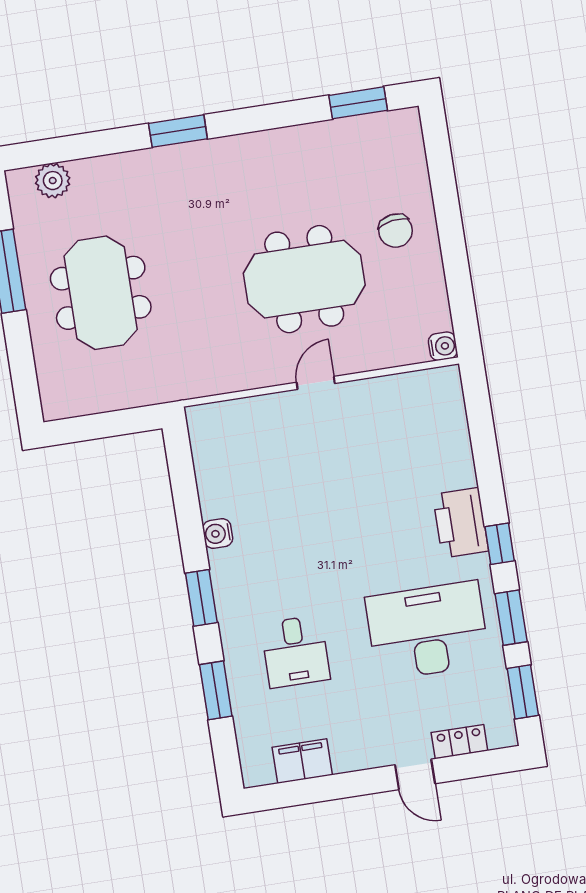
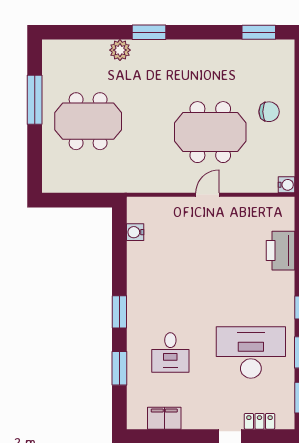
plant: (53, 181) -> (120, 50), moved
chair: (395, 231) -> (269, 112), turned -81
meeting table: (101, 293) -> (88, 121), turned 90
printer: (461, 523) -> (281, 251), moved
water cooler: (218, 534) -> (135, 232), moved

